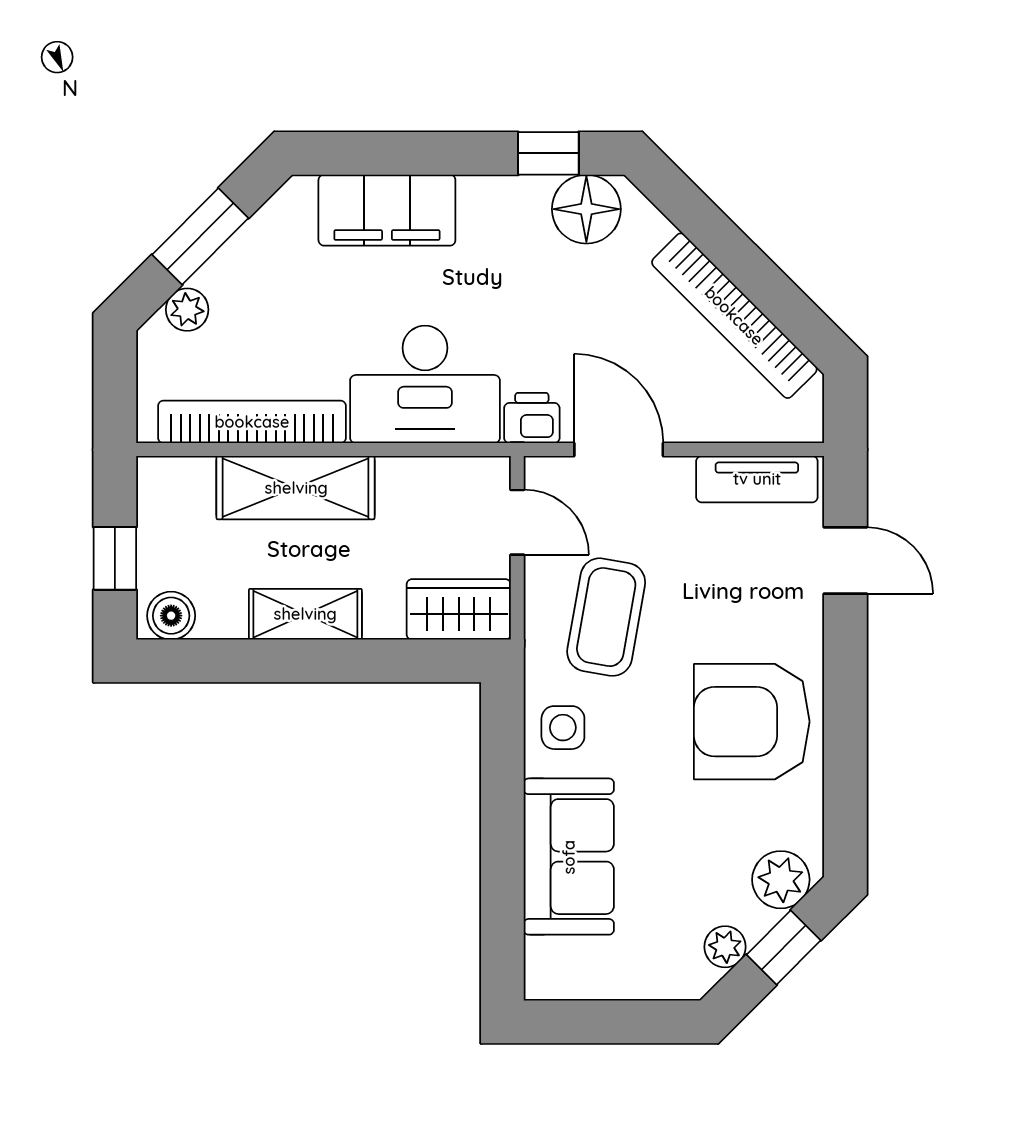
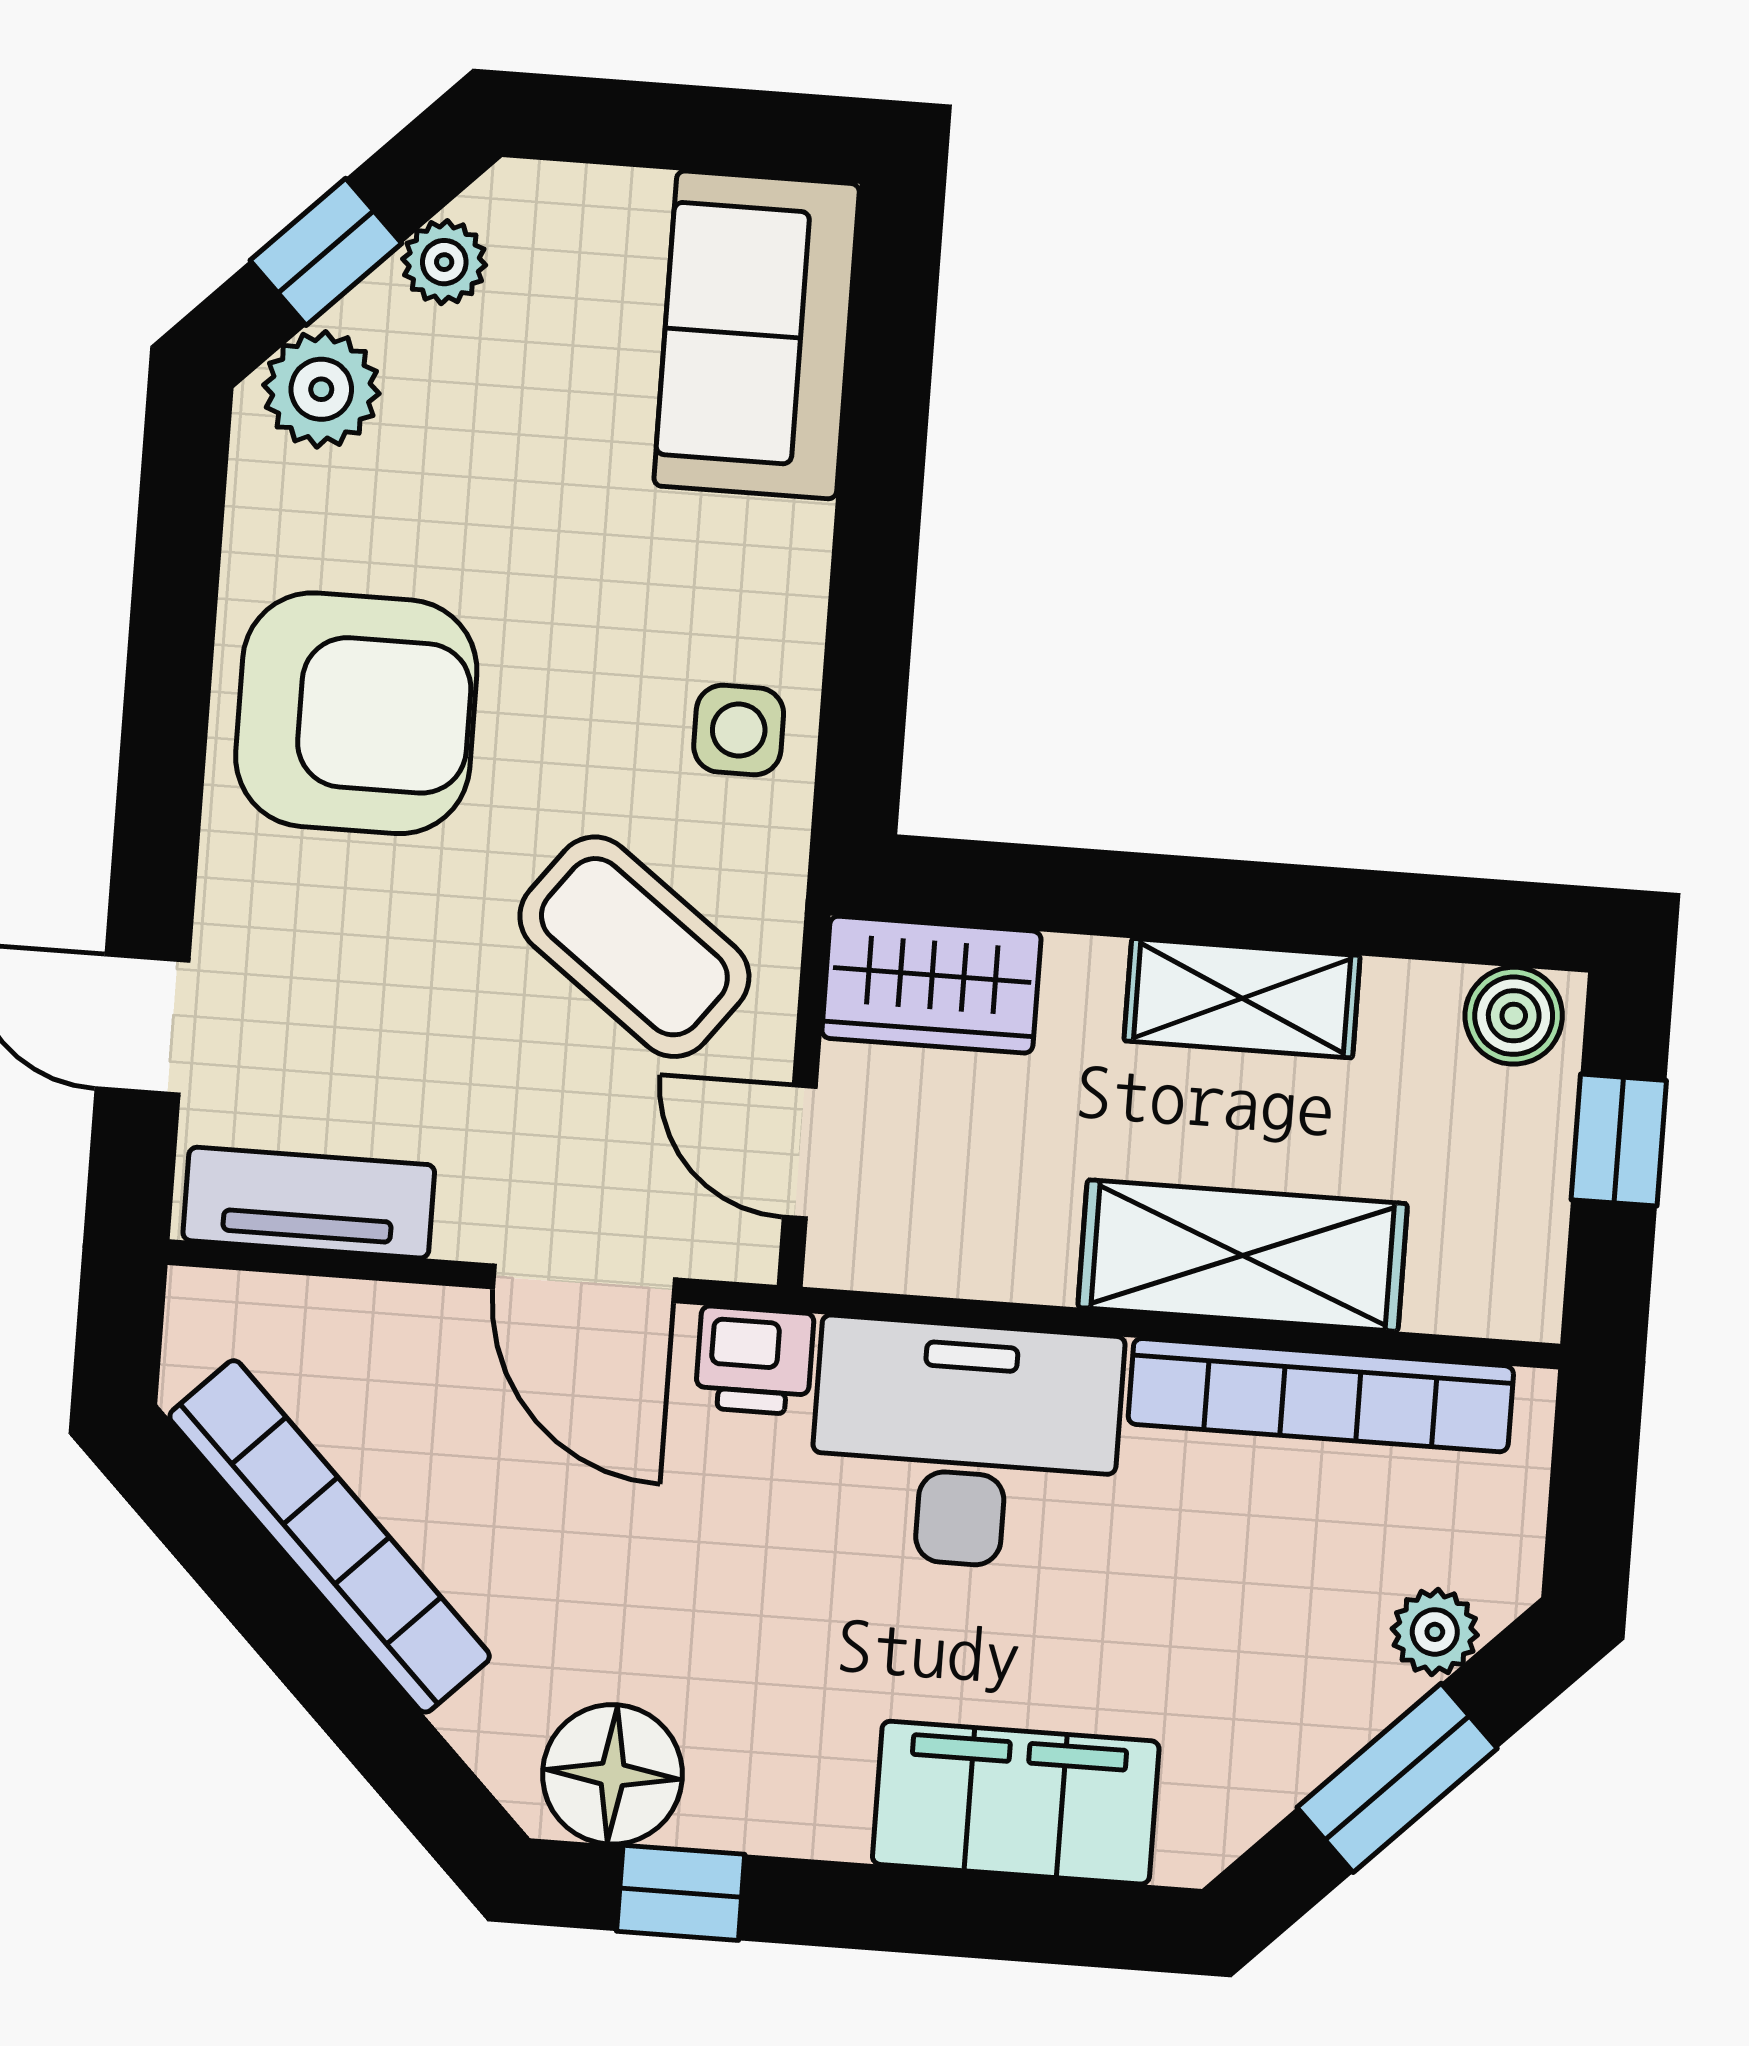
coffee table: (606, 617) -> (634, 947), turned -63
sofa: (569, 857) -> (757, 335), moved

